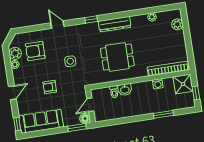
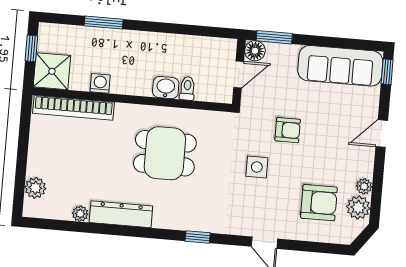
dresser: (115, 24) -> (121, 214), moved
armchair: (50, 87) -> (288, 130), moved

